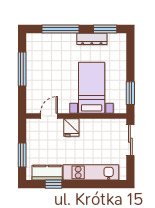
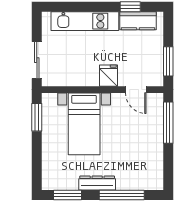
dresser: (92, 39) -> (97, 183), moved
window: (22, 69) -> (168, 123), moved
door: (49, 116) -> (136, 90), hinge flipped
window: (22, 155) -> (168, 61), moved

